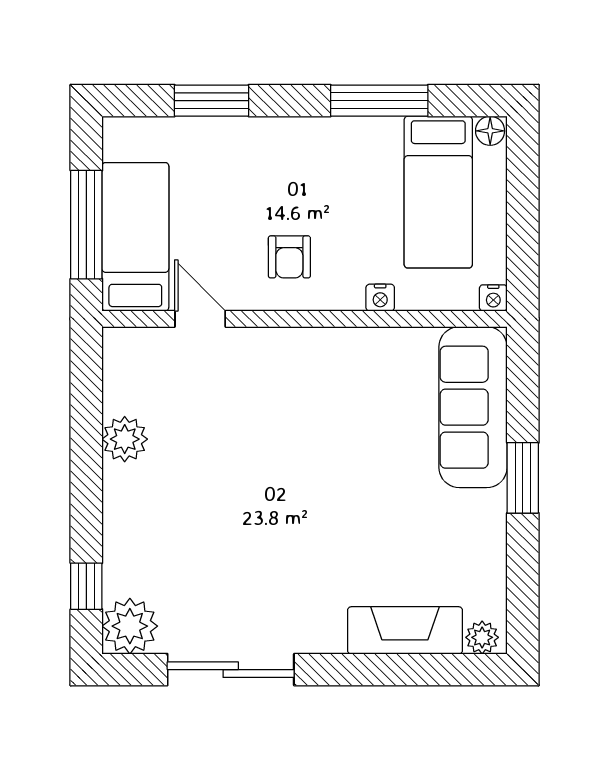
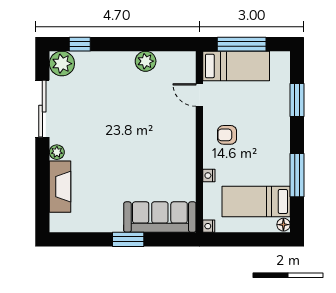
door: (200, 319) -> (199, 95), swing flipped
plant: (482, 637) -> (57, 152), moved

